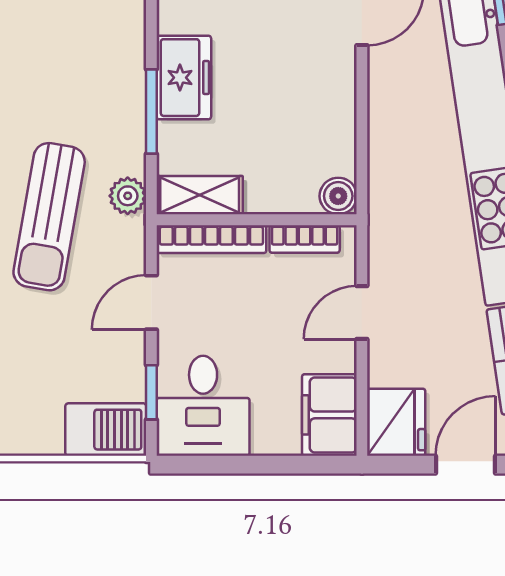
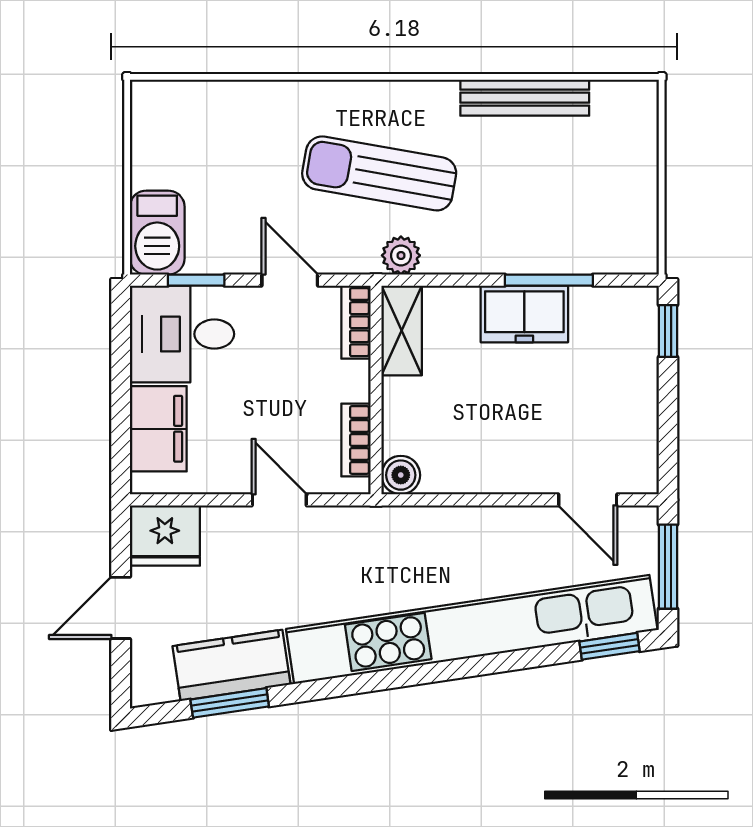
window: (151, 112) -> (549, 280), moved
bookcase: (211, 239) -> (356, 322), width x0.64
filing cabinet: (329, 415) -> (158, 429), moved, turned 90
door: (466, 465) -> (121, 608), swing flipped

